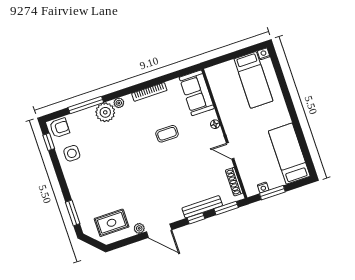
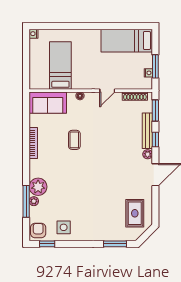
bed: (253, 80) -> (60, 66), moved, turned -90
plant: (119, 103) -> (34, 201), moved
plant: (139, 228) -> (148, 154), moved

